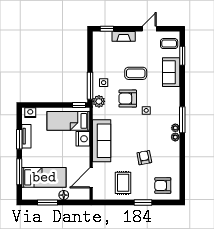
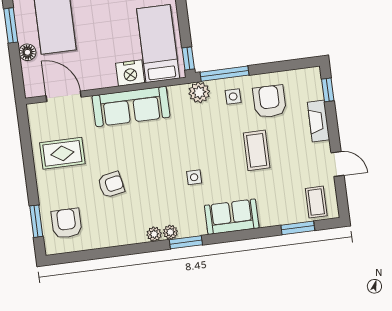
sofa: (171, 72) -> (232, 217), moved
armchair: (128, 99) -> (269, 101), moved
window: (182, 120) -> (186, 242), width x0.69
window: (143, 202) -> (36, 221), moved

